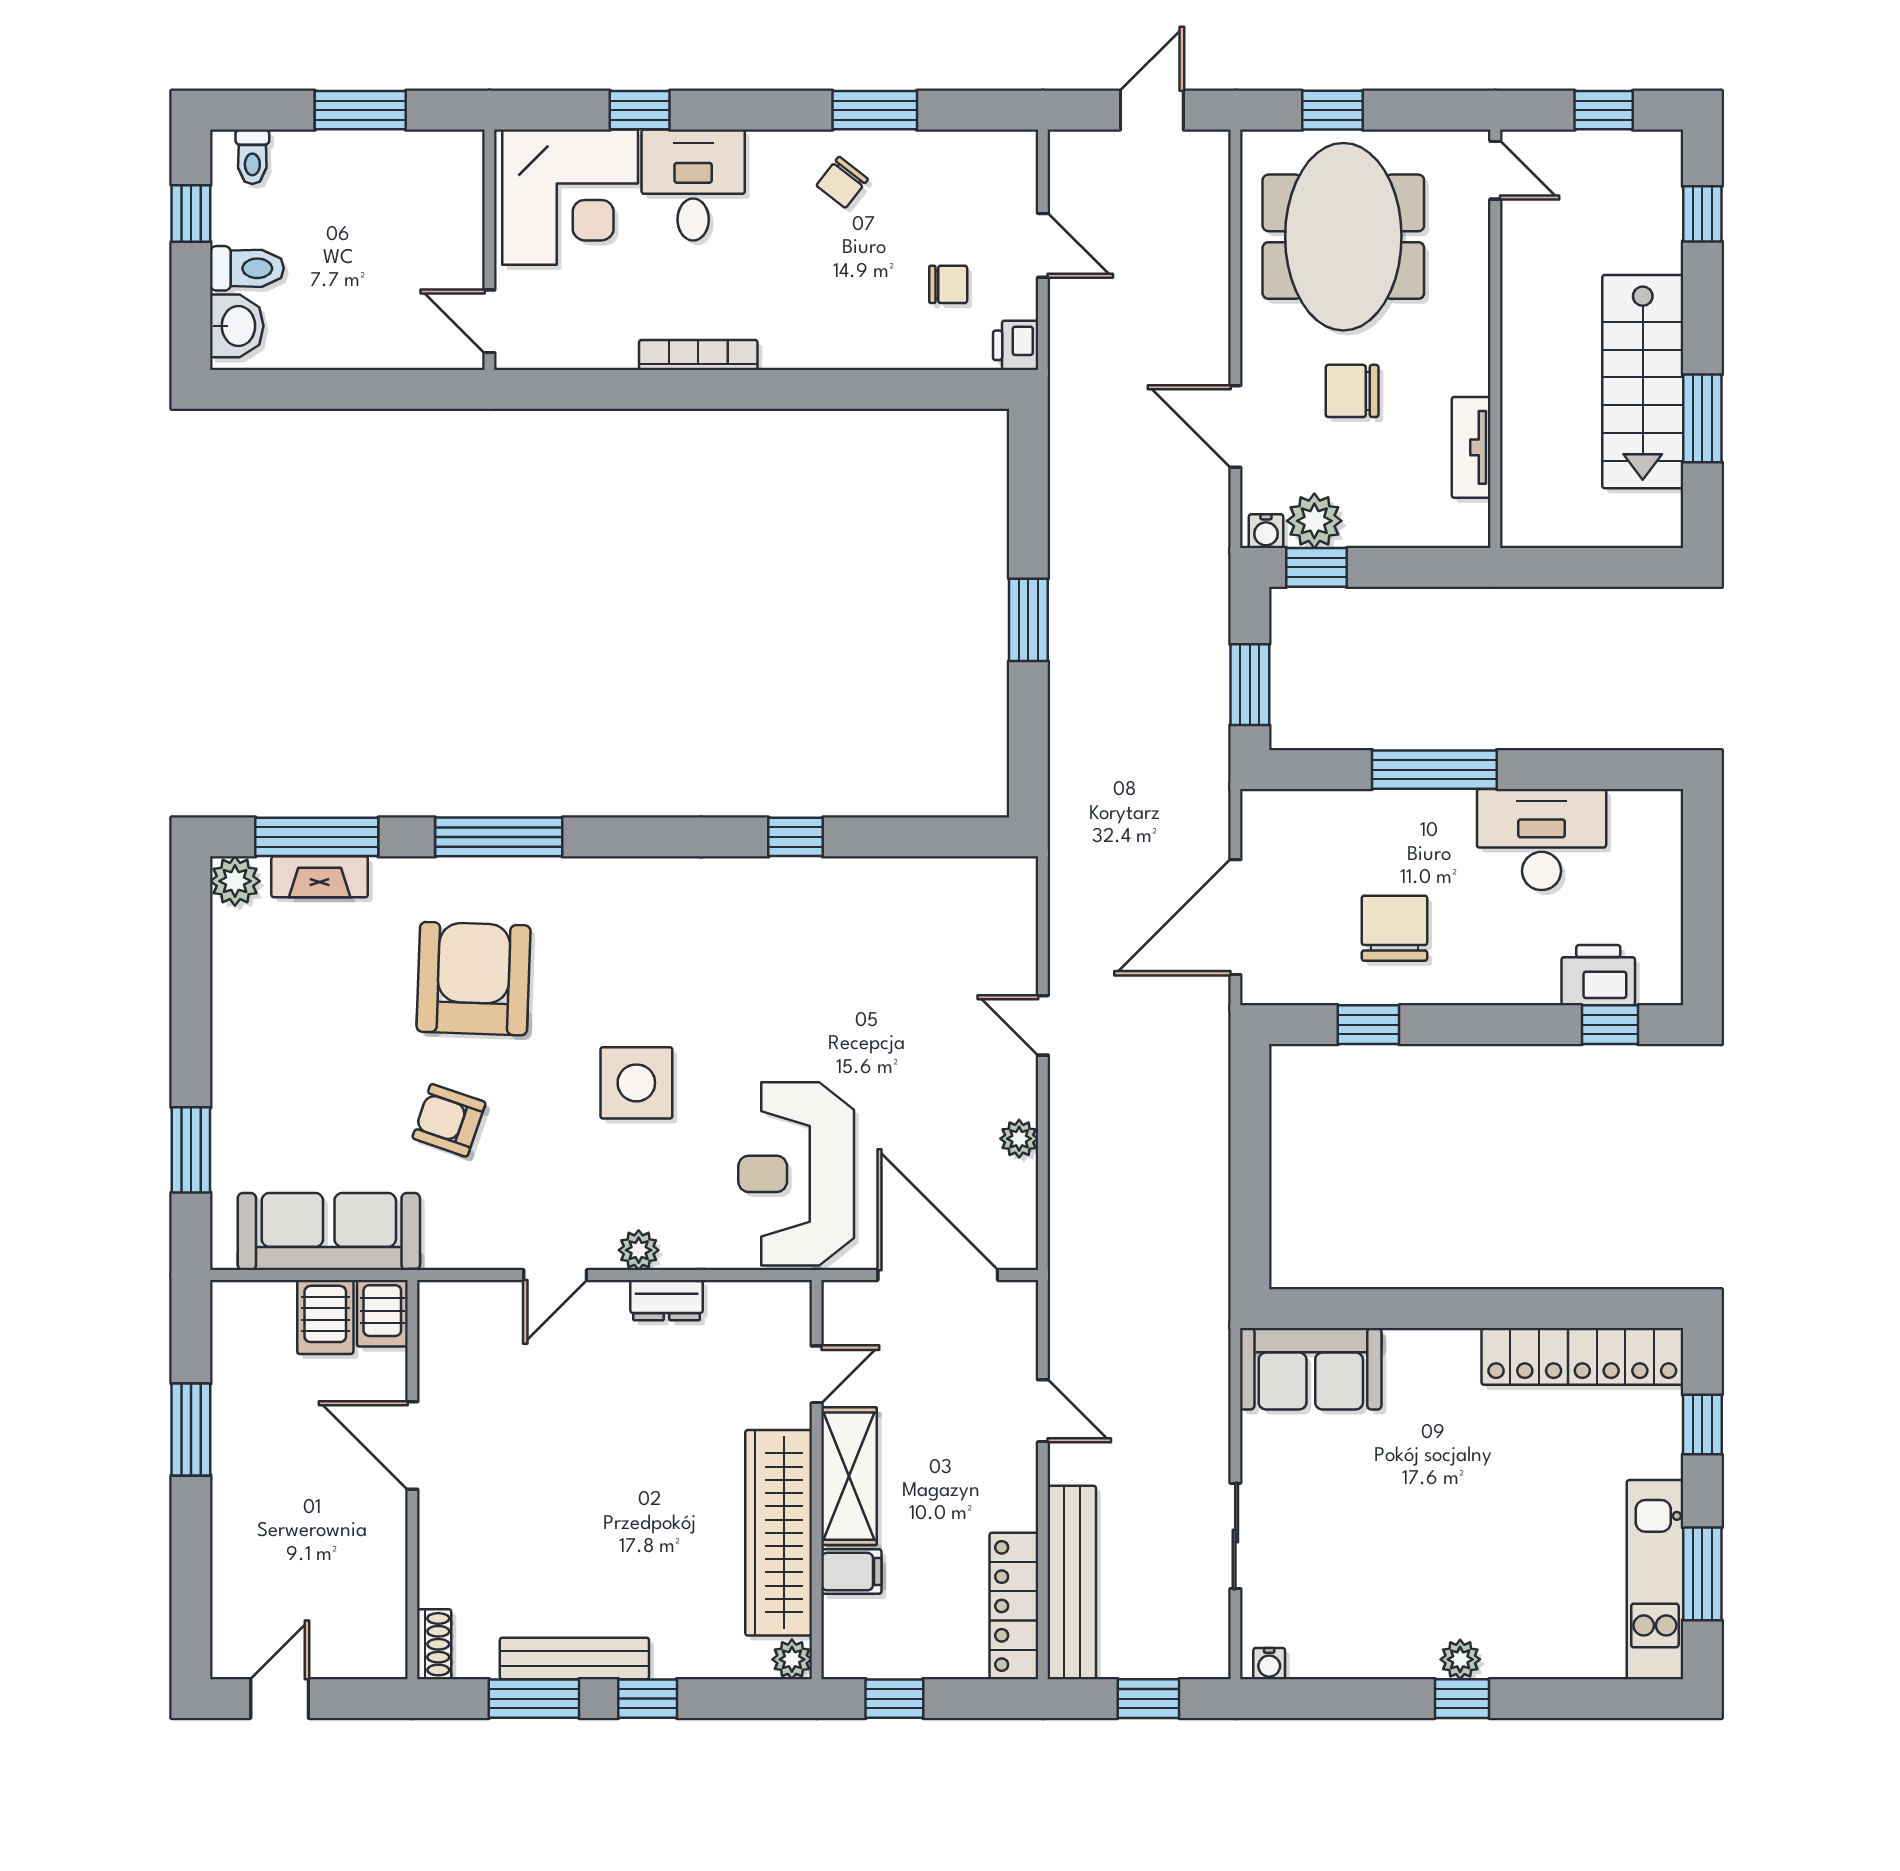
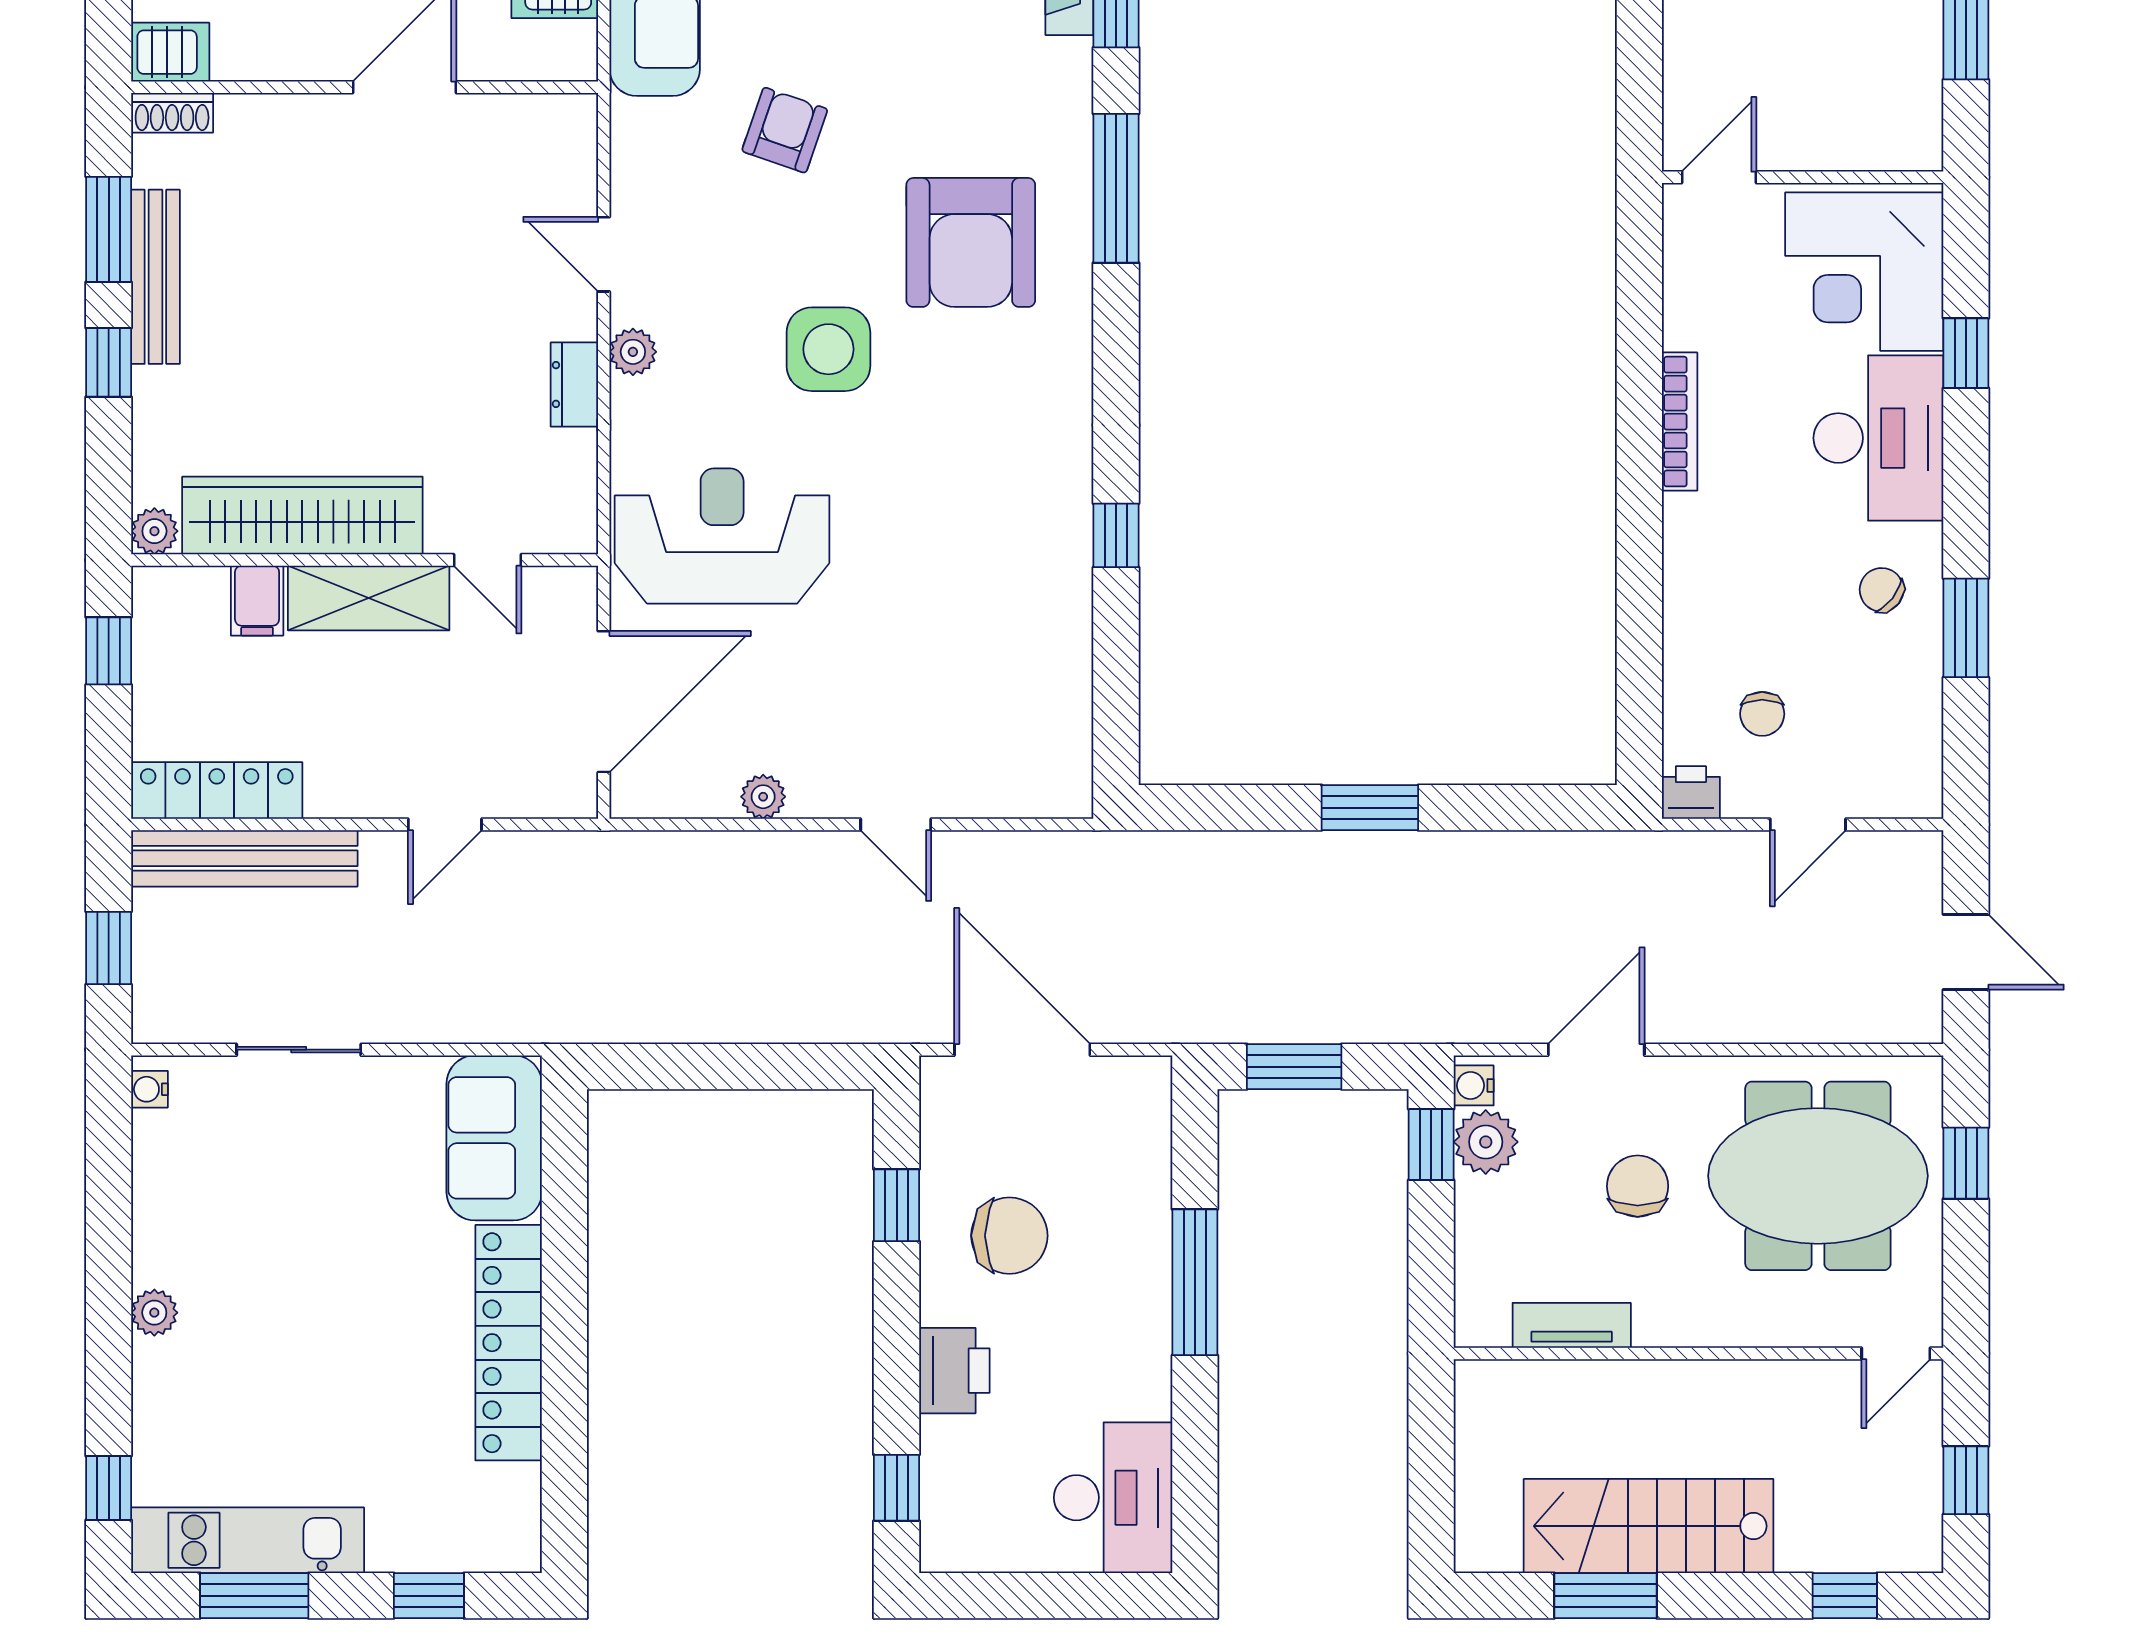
desk: (693, 185) -> (1878, 438), width x1.37
desk: (1542, 840) -> (1113, 1498), moved
printer: (1598, 975) -> (954, 1371), moved
armchair: (474, 979) -> (971, 242), moved, turned 88
door: (1043, 1025) -> (896, 825), swing flipped
server rack: (382, 1313) -> (170, 52), moved, turned 180
locker: (1582, 1356) -> (509, 1343), moved
window: (1462, 1699) -> (109, 1488), moved

